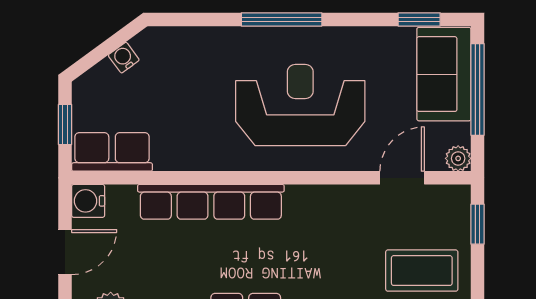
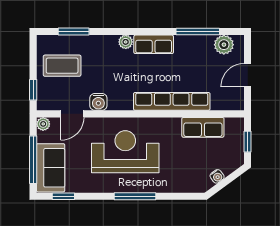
reception desk: (300, 105) -> (125, 152), turned 180
row of seats: (112, 152) -> (203, 127), moved
water cooler: (88, 201) -> (98, 102), moved, turned 90

